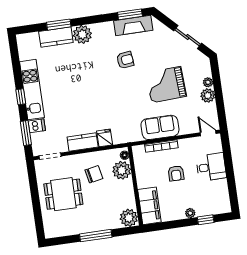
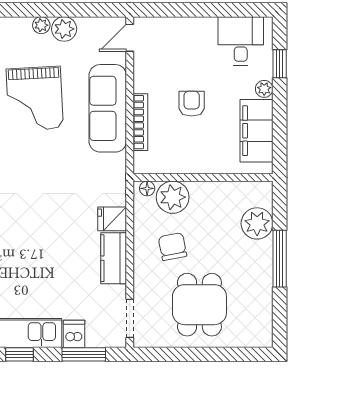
sofa: (160, 127) -> (108, 108), width x1.36
desk: (211, 167) -> (241, 41), moved
armchair: (176, 173) -> (192, 104), turned -90
filing cabinet: (149, 206) -> (256, 131), moved, turned -90
plant: (129, 218) -> (257, 223), moved

